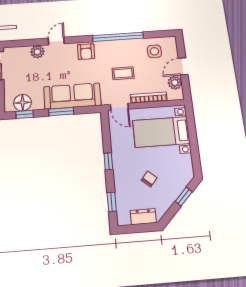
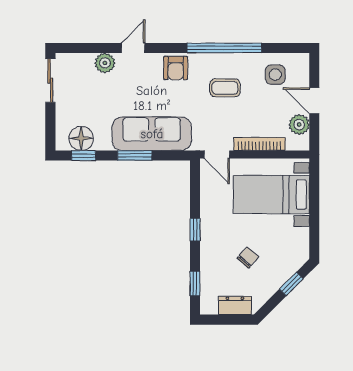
door: (183, 66) -> (314, 101), hinge flipped
coffee table: (123, 73) -> (225, 88), moved

